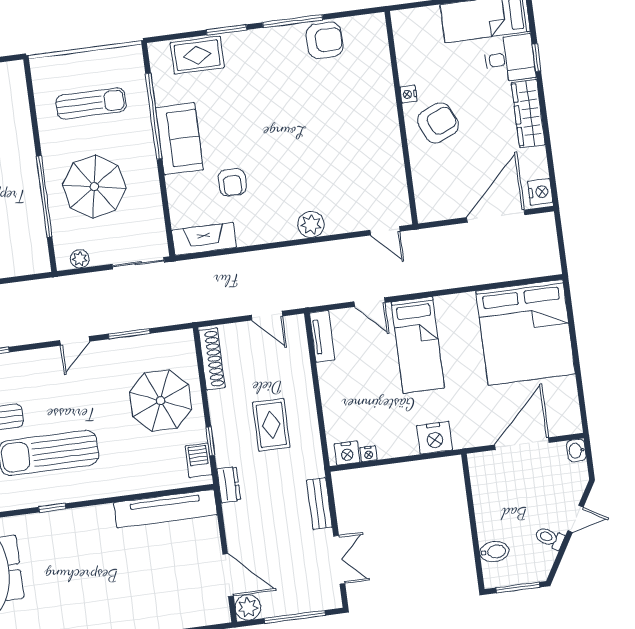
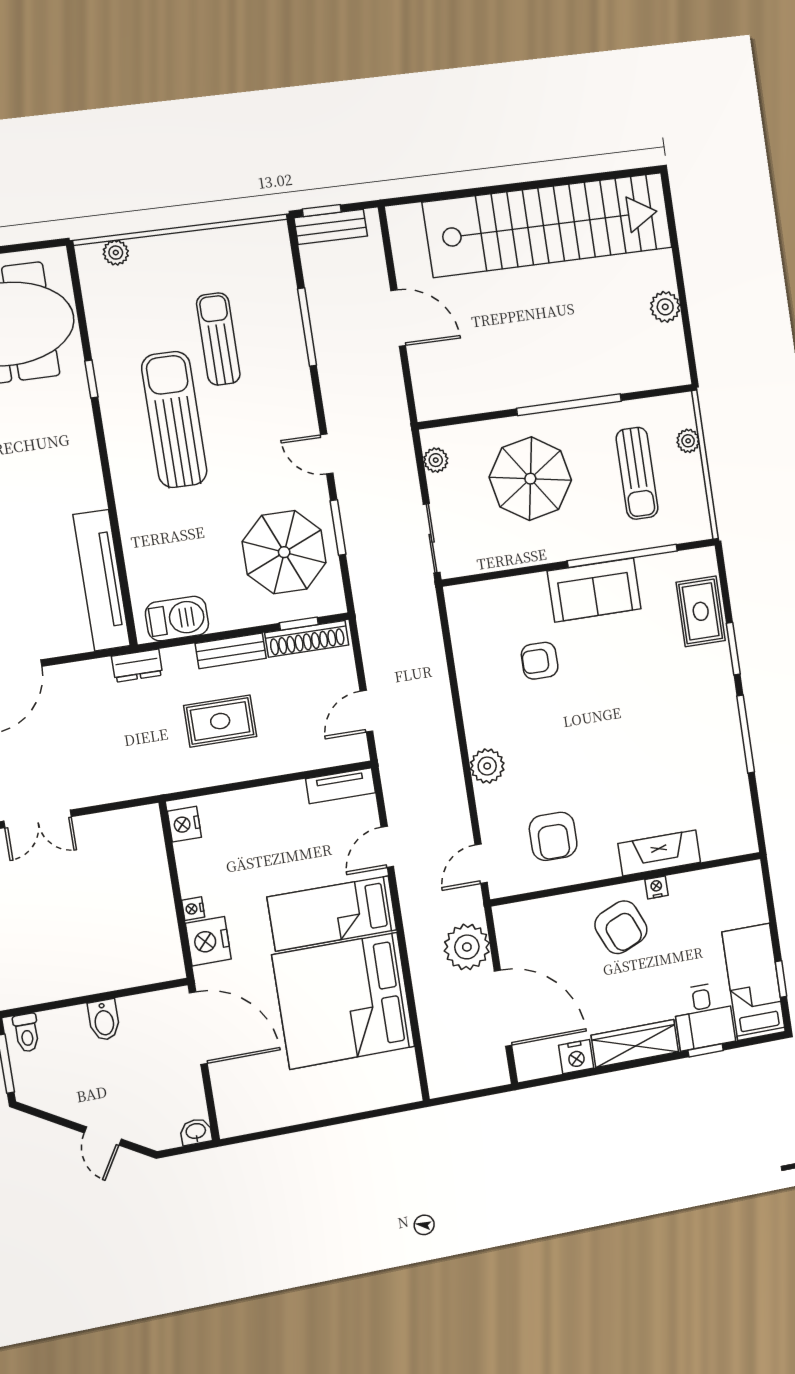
armchair: (325, 40) -> (553, 836), moved
plant: (67, 63) -> (688, 441), added
nightstand: (540, 192) -> (576, 1057), moved
window: (44, 197) -> (569, 405), moved
fireplace: (204, 239) -> (659, 853), moved, turned -90
plant: (448, 243) -> (467, 947), added
bed: (526, 332) -> (343, 1001), moved
parasol: (161, 401) -> (284, 552), moved
window: (210, 441) -> (299, 624), moved
door: (522, 444) -> (198, 1028), moved
nightstand: (369, 454) -> (193, 909), moved
barbecue: (199, 460) -> (177, 619), width x1.38, depth x1.27
bench: (319, 504) -> (231, 651), moved
window: (52, 508) -> (91, 379), moved
toilet: (550, 538) -> (27, 1033), moved, turned 150
bidet: (494, 552) -> (104, 1020), moved

